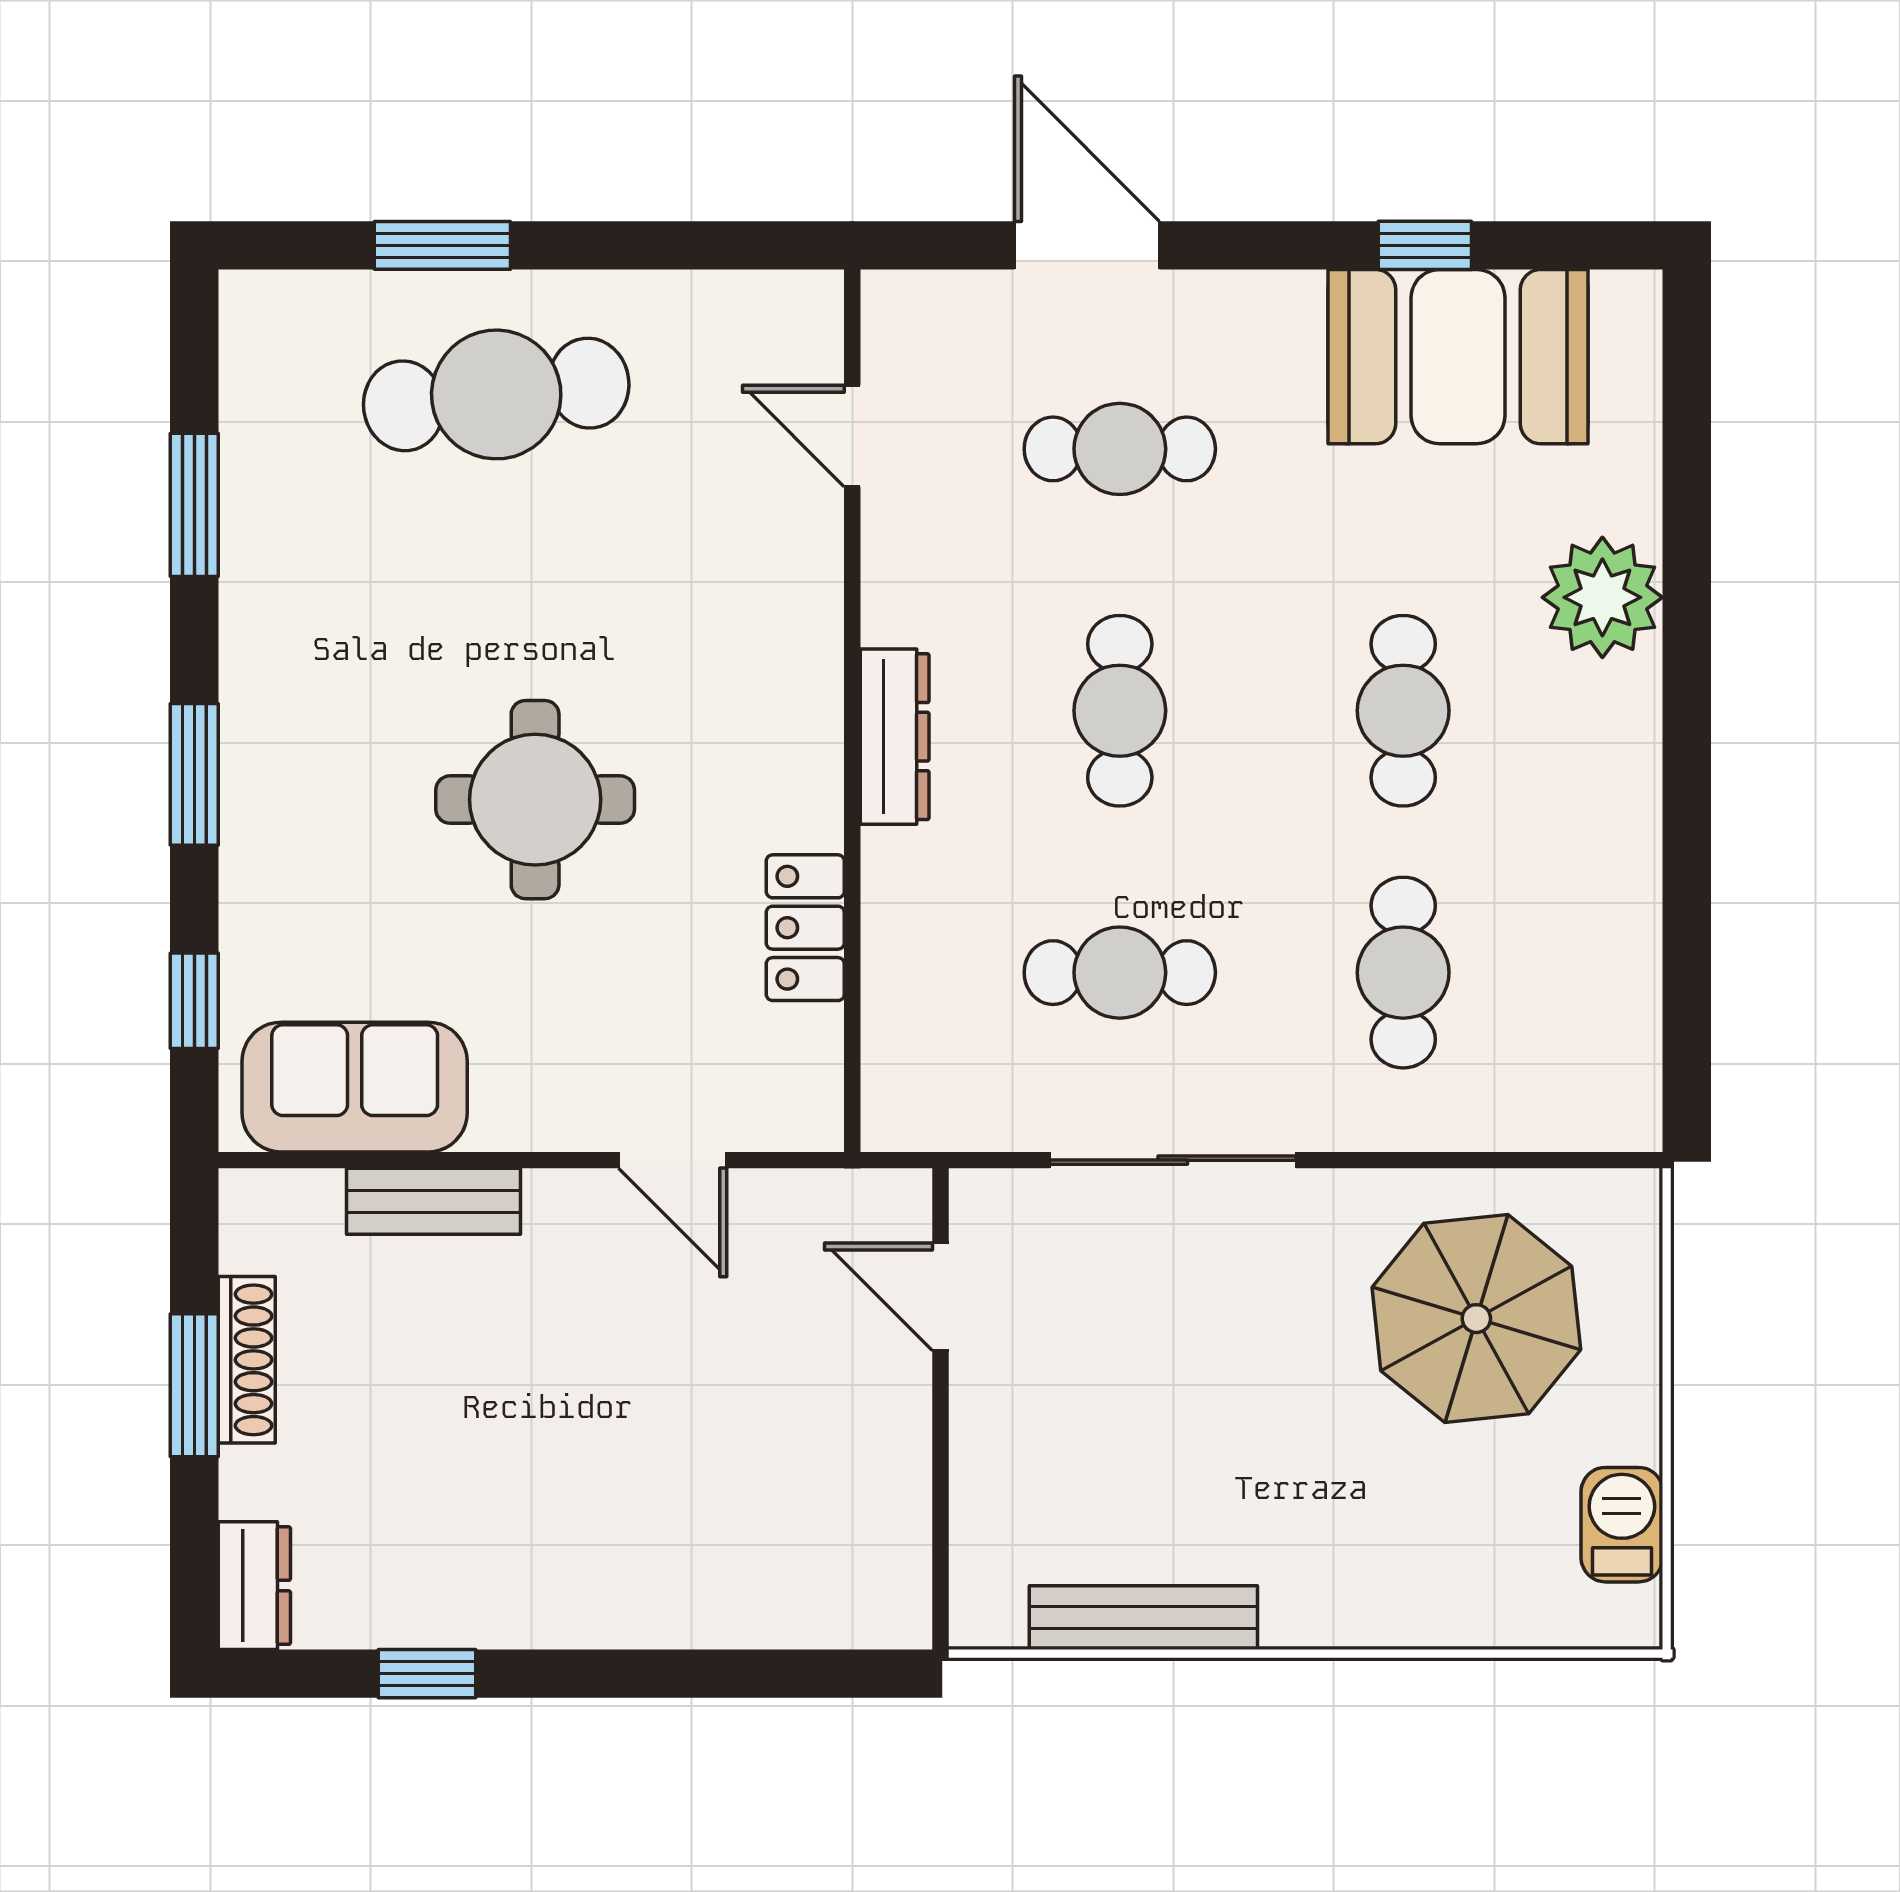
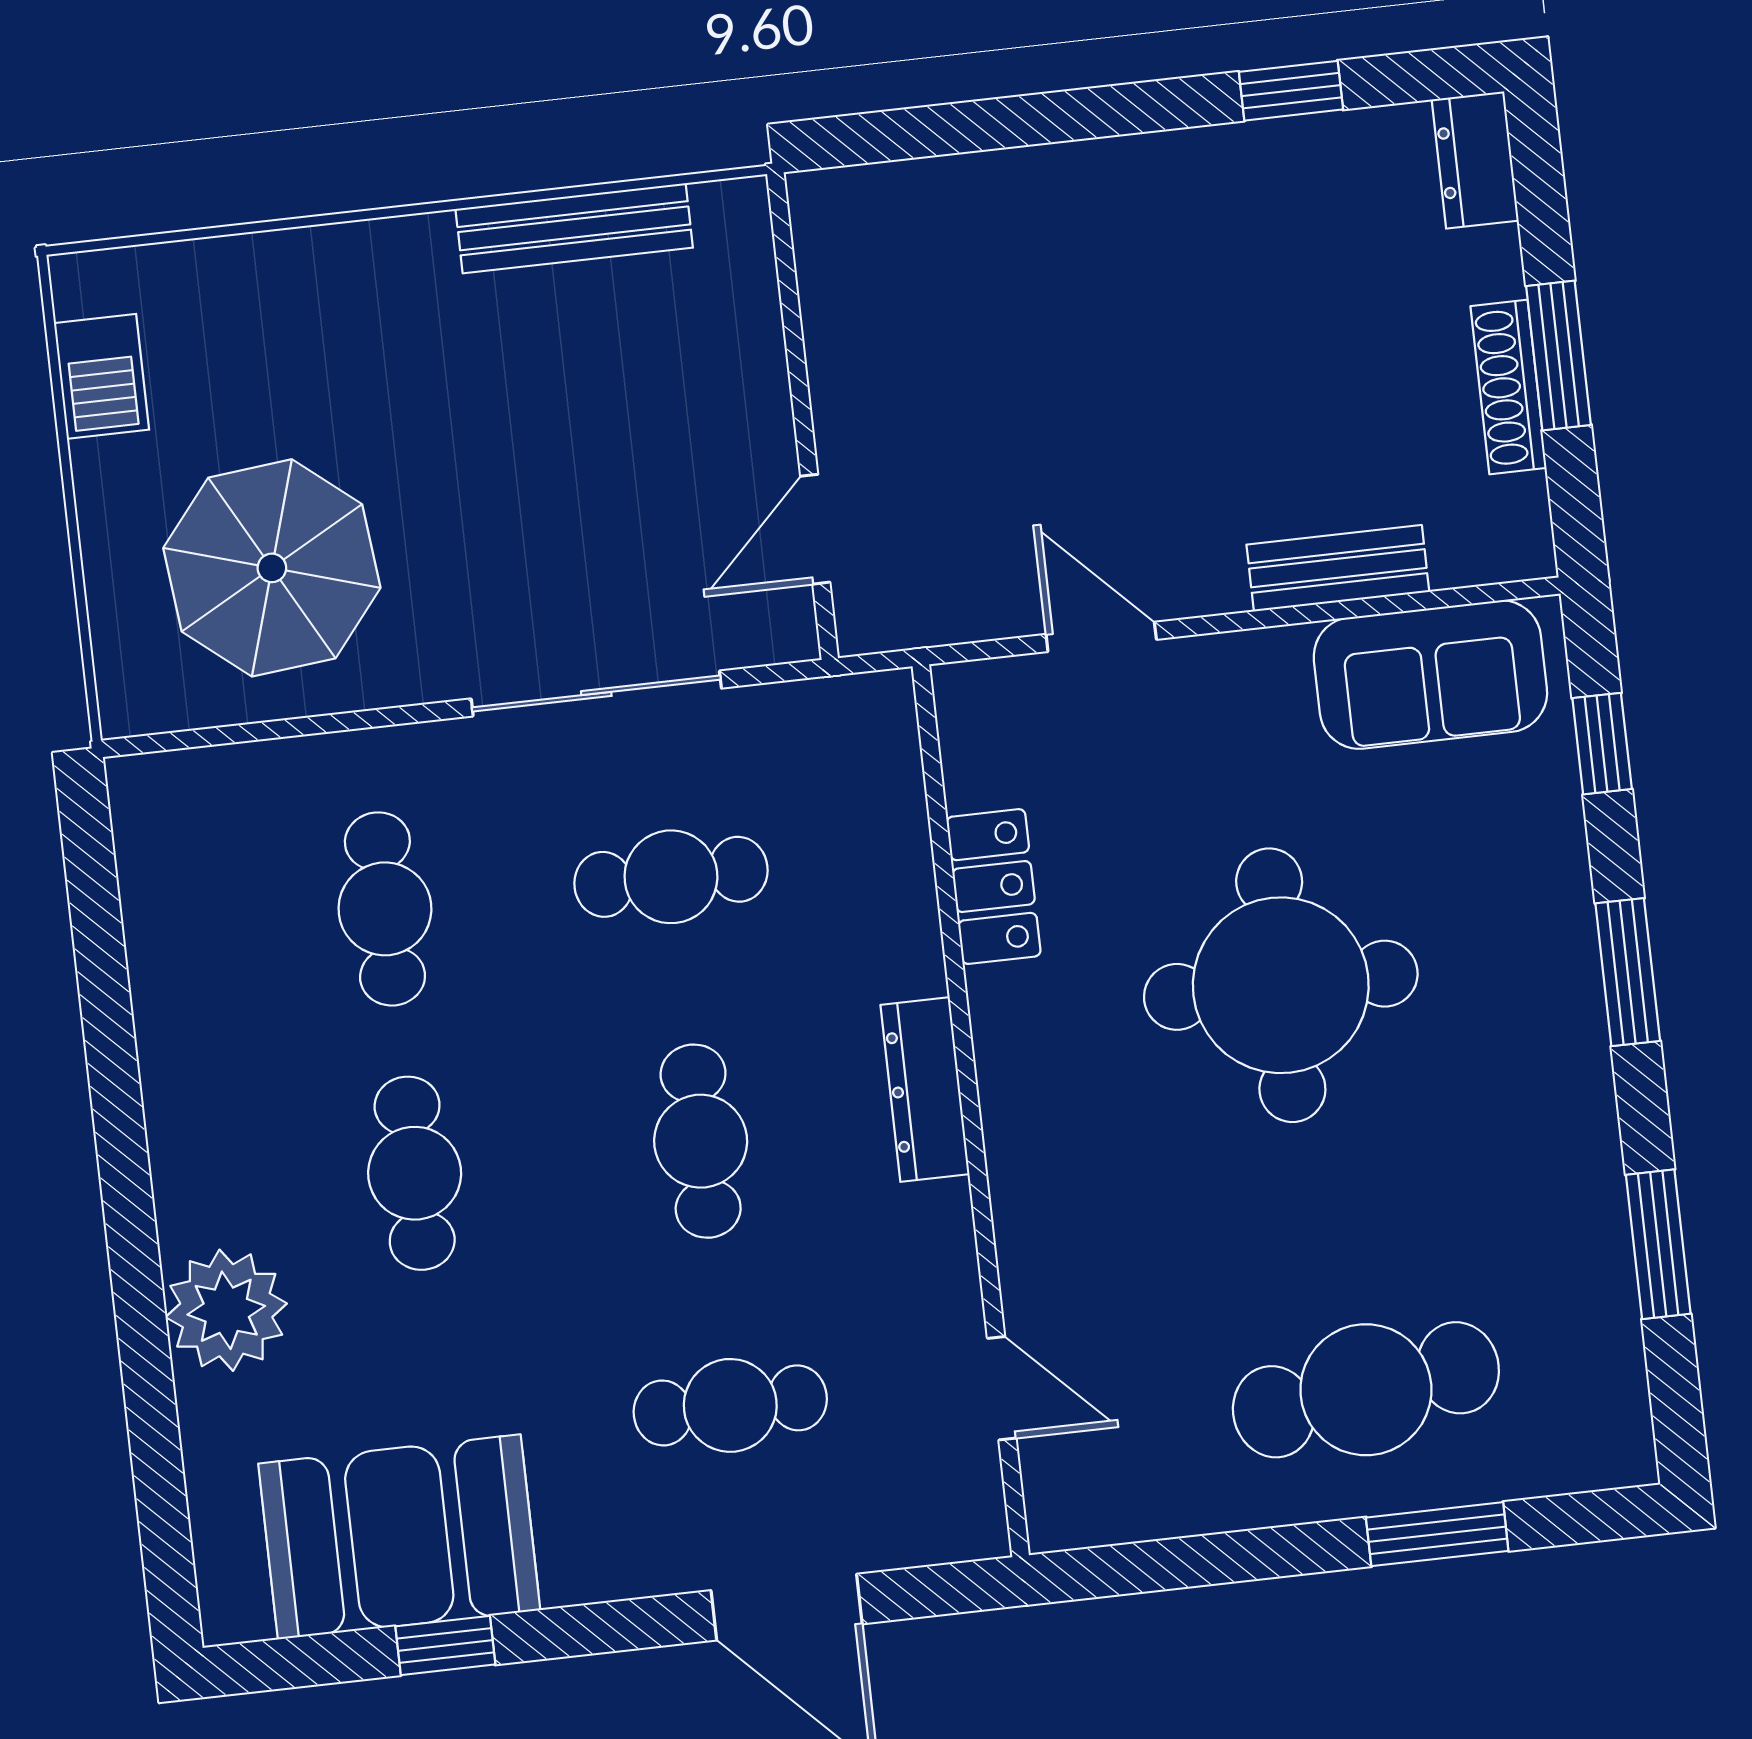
round table: (535, 800) -> (1281, 985), width x1.36, depth x1.36
door: (941, 1297) -> (815, 529), swing flipped

